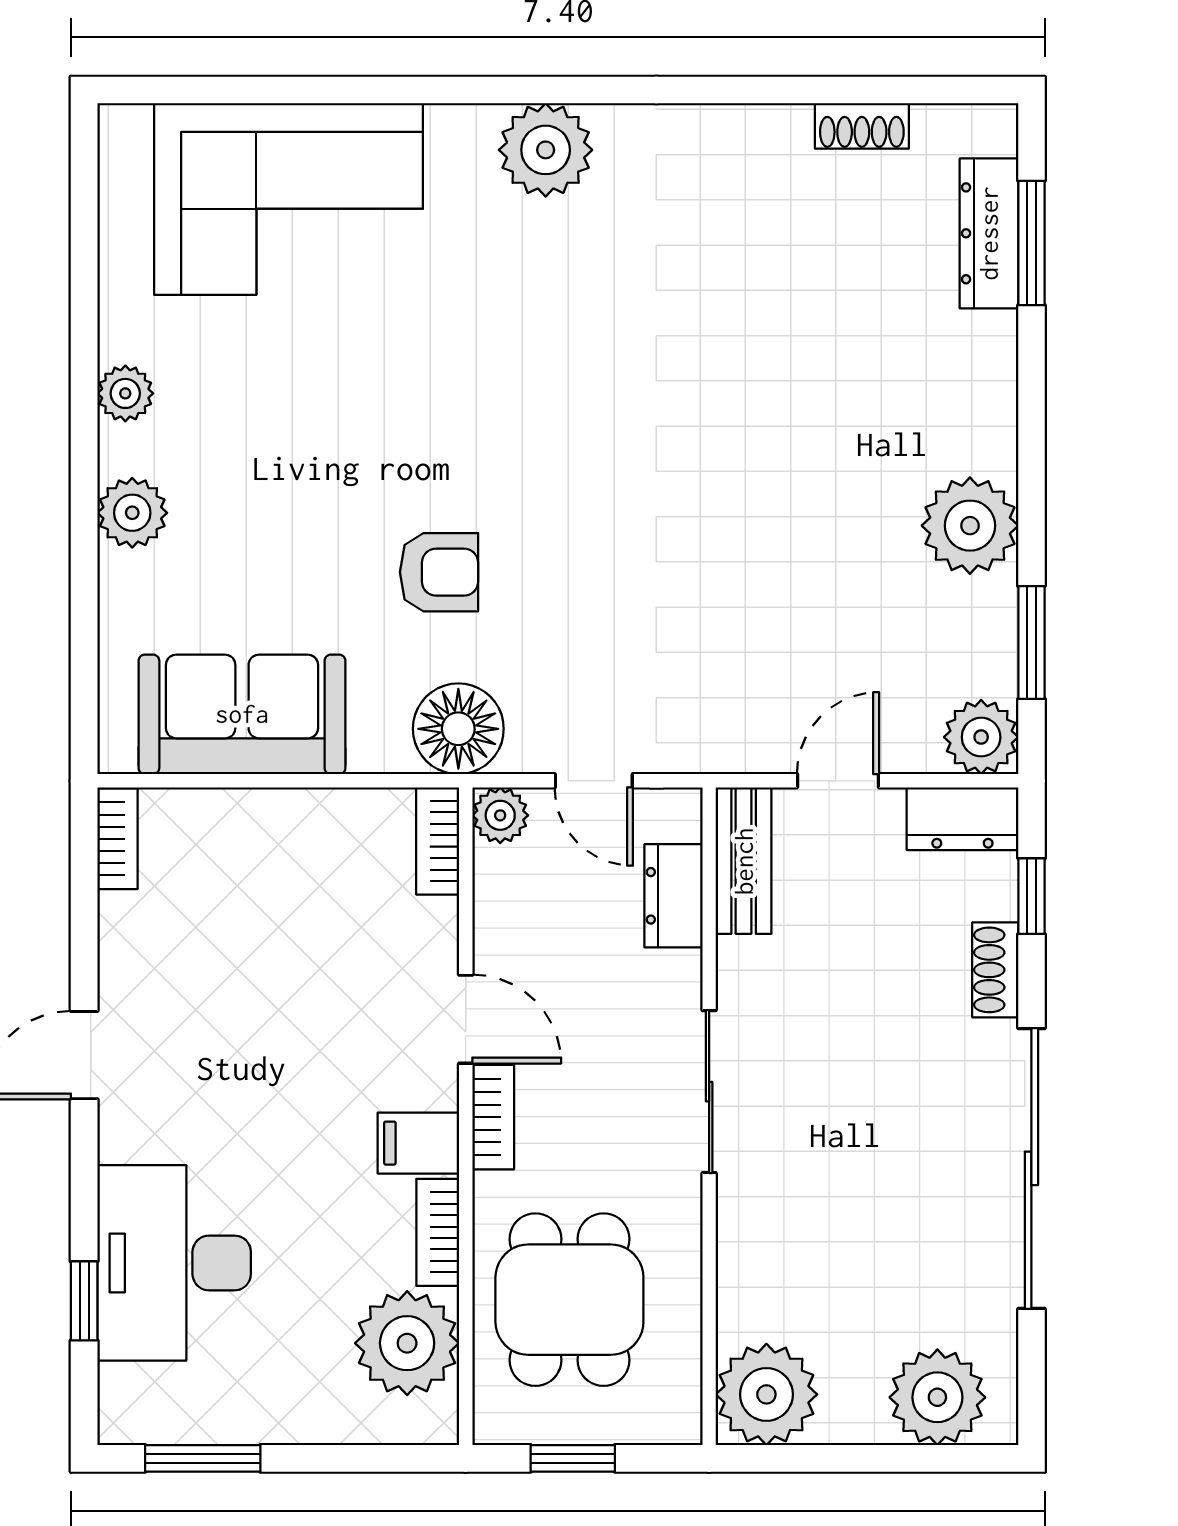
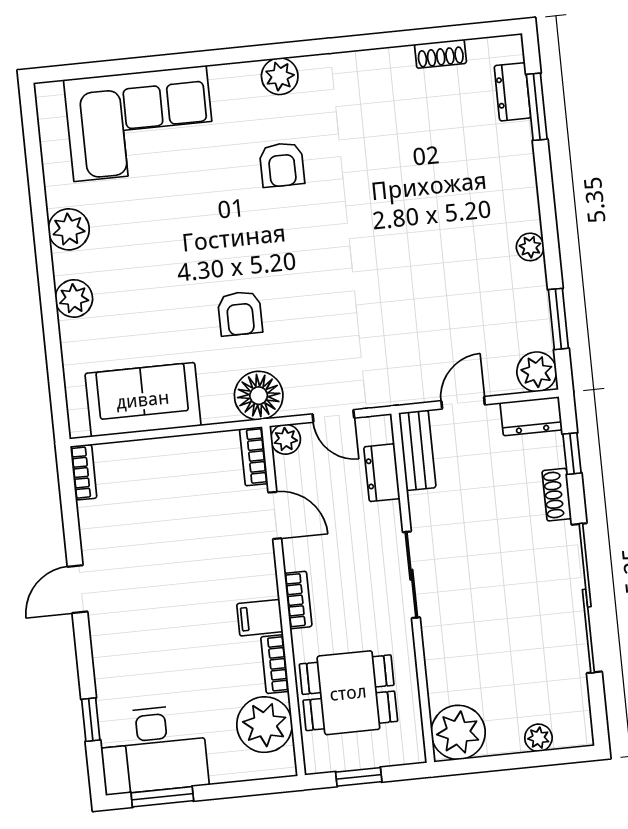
plant: (546, 150) -> (280, 76), width x0.73, depth x0.73
dresser: (989, 233) -> (512, 92), width x0.70
armchair: (545, 303) -> (282, 165), added
plant: (125, 393) -> (69, 229), width x1.38, depth x1.38
plant: (970, 526) -> (530, 247), width x0.53, depth x0.53
armchair: (439, 572) -> (240, 313), turned 90
door: (466, 1019) -> (275, 515), moved
desk: (174, 1263) -> (153, 749), moved, turned -90
dining table: (569, 1300) -> (348, 693), turned 90
plant: (937, 1397) -> (538, 738), width x0.53, depth x0.53

